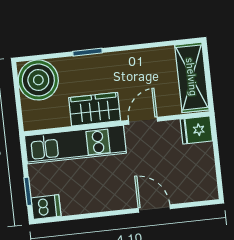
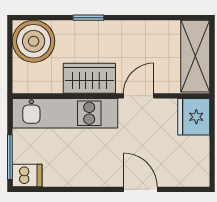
fridge: (196, 130) -> (194, 117), width x1.38
window: (28, 191) -> (10, 157), width x1.50

